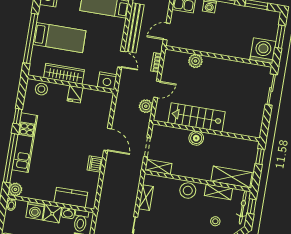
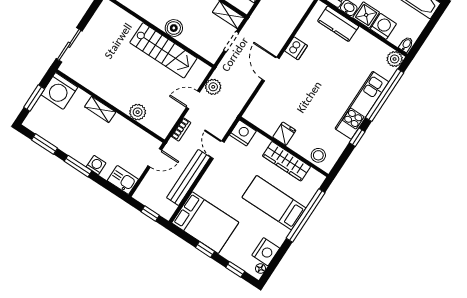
shelving: (225, 50) -> (100, 109), added

